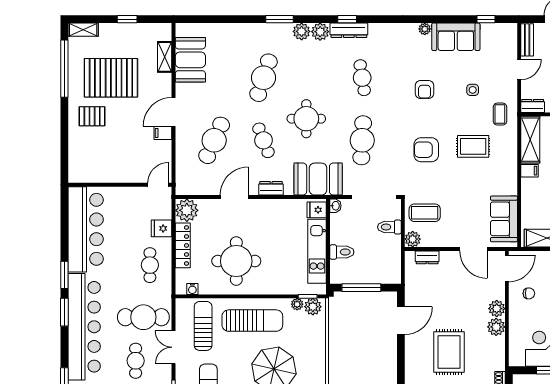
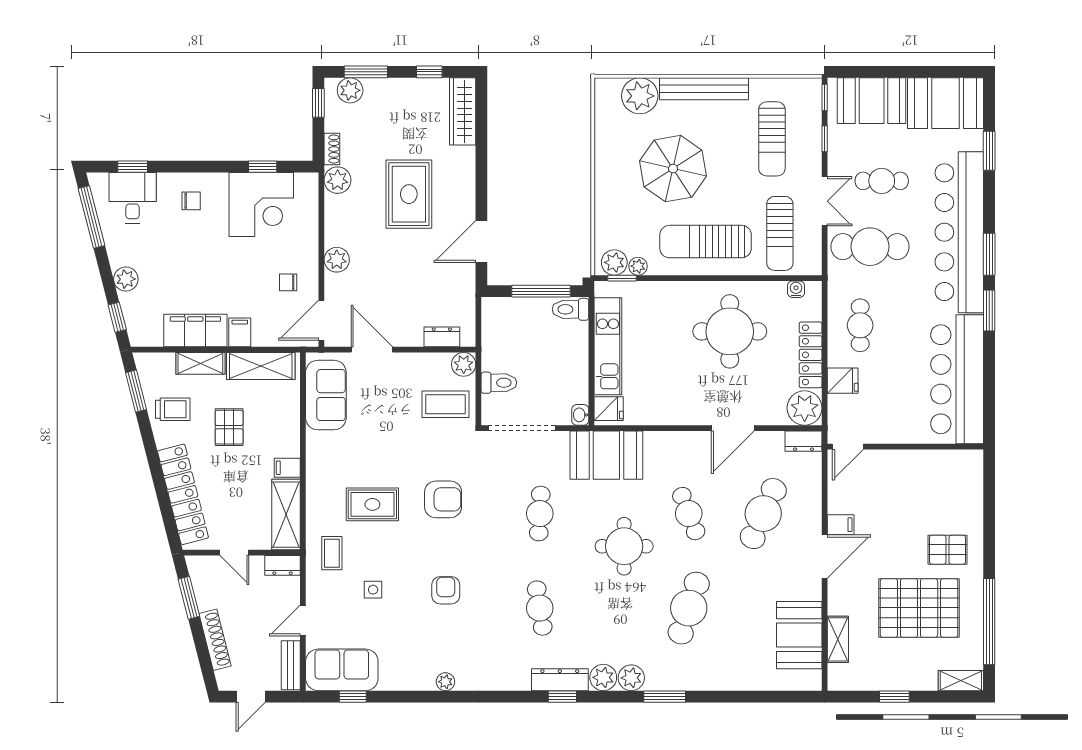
sofa: (456, 37) -> (342, 670), moved
cafe table: (362, 140) -> (540, 514), width x0.73, depth x0.74
dresser: (271, 188) -> (804, 441), moved
toilet: (342, 252) -> (570, 309), moved
plant: (496, 327) -> (338, 180), moved
cafe table: (136, 361) -> (882, 181), turned 90

